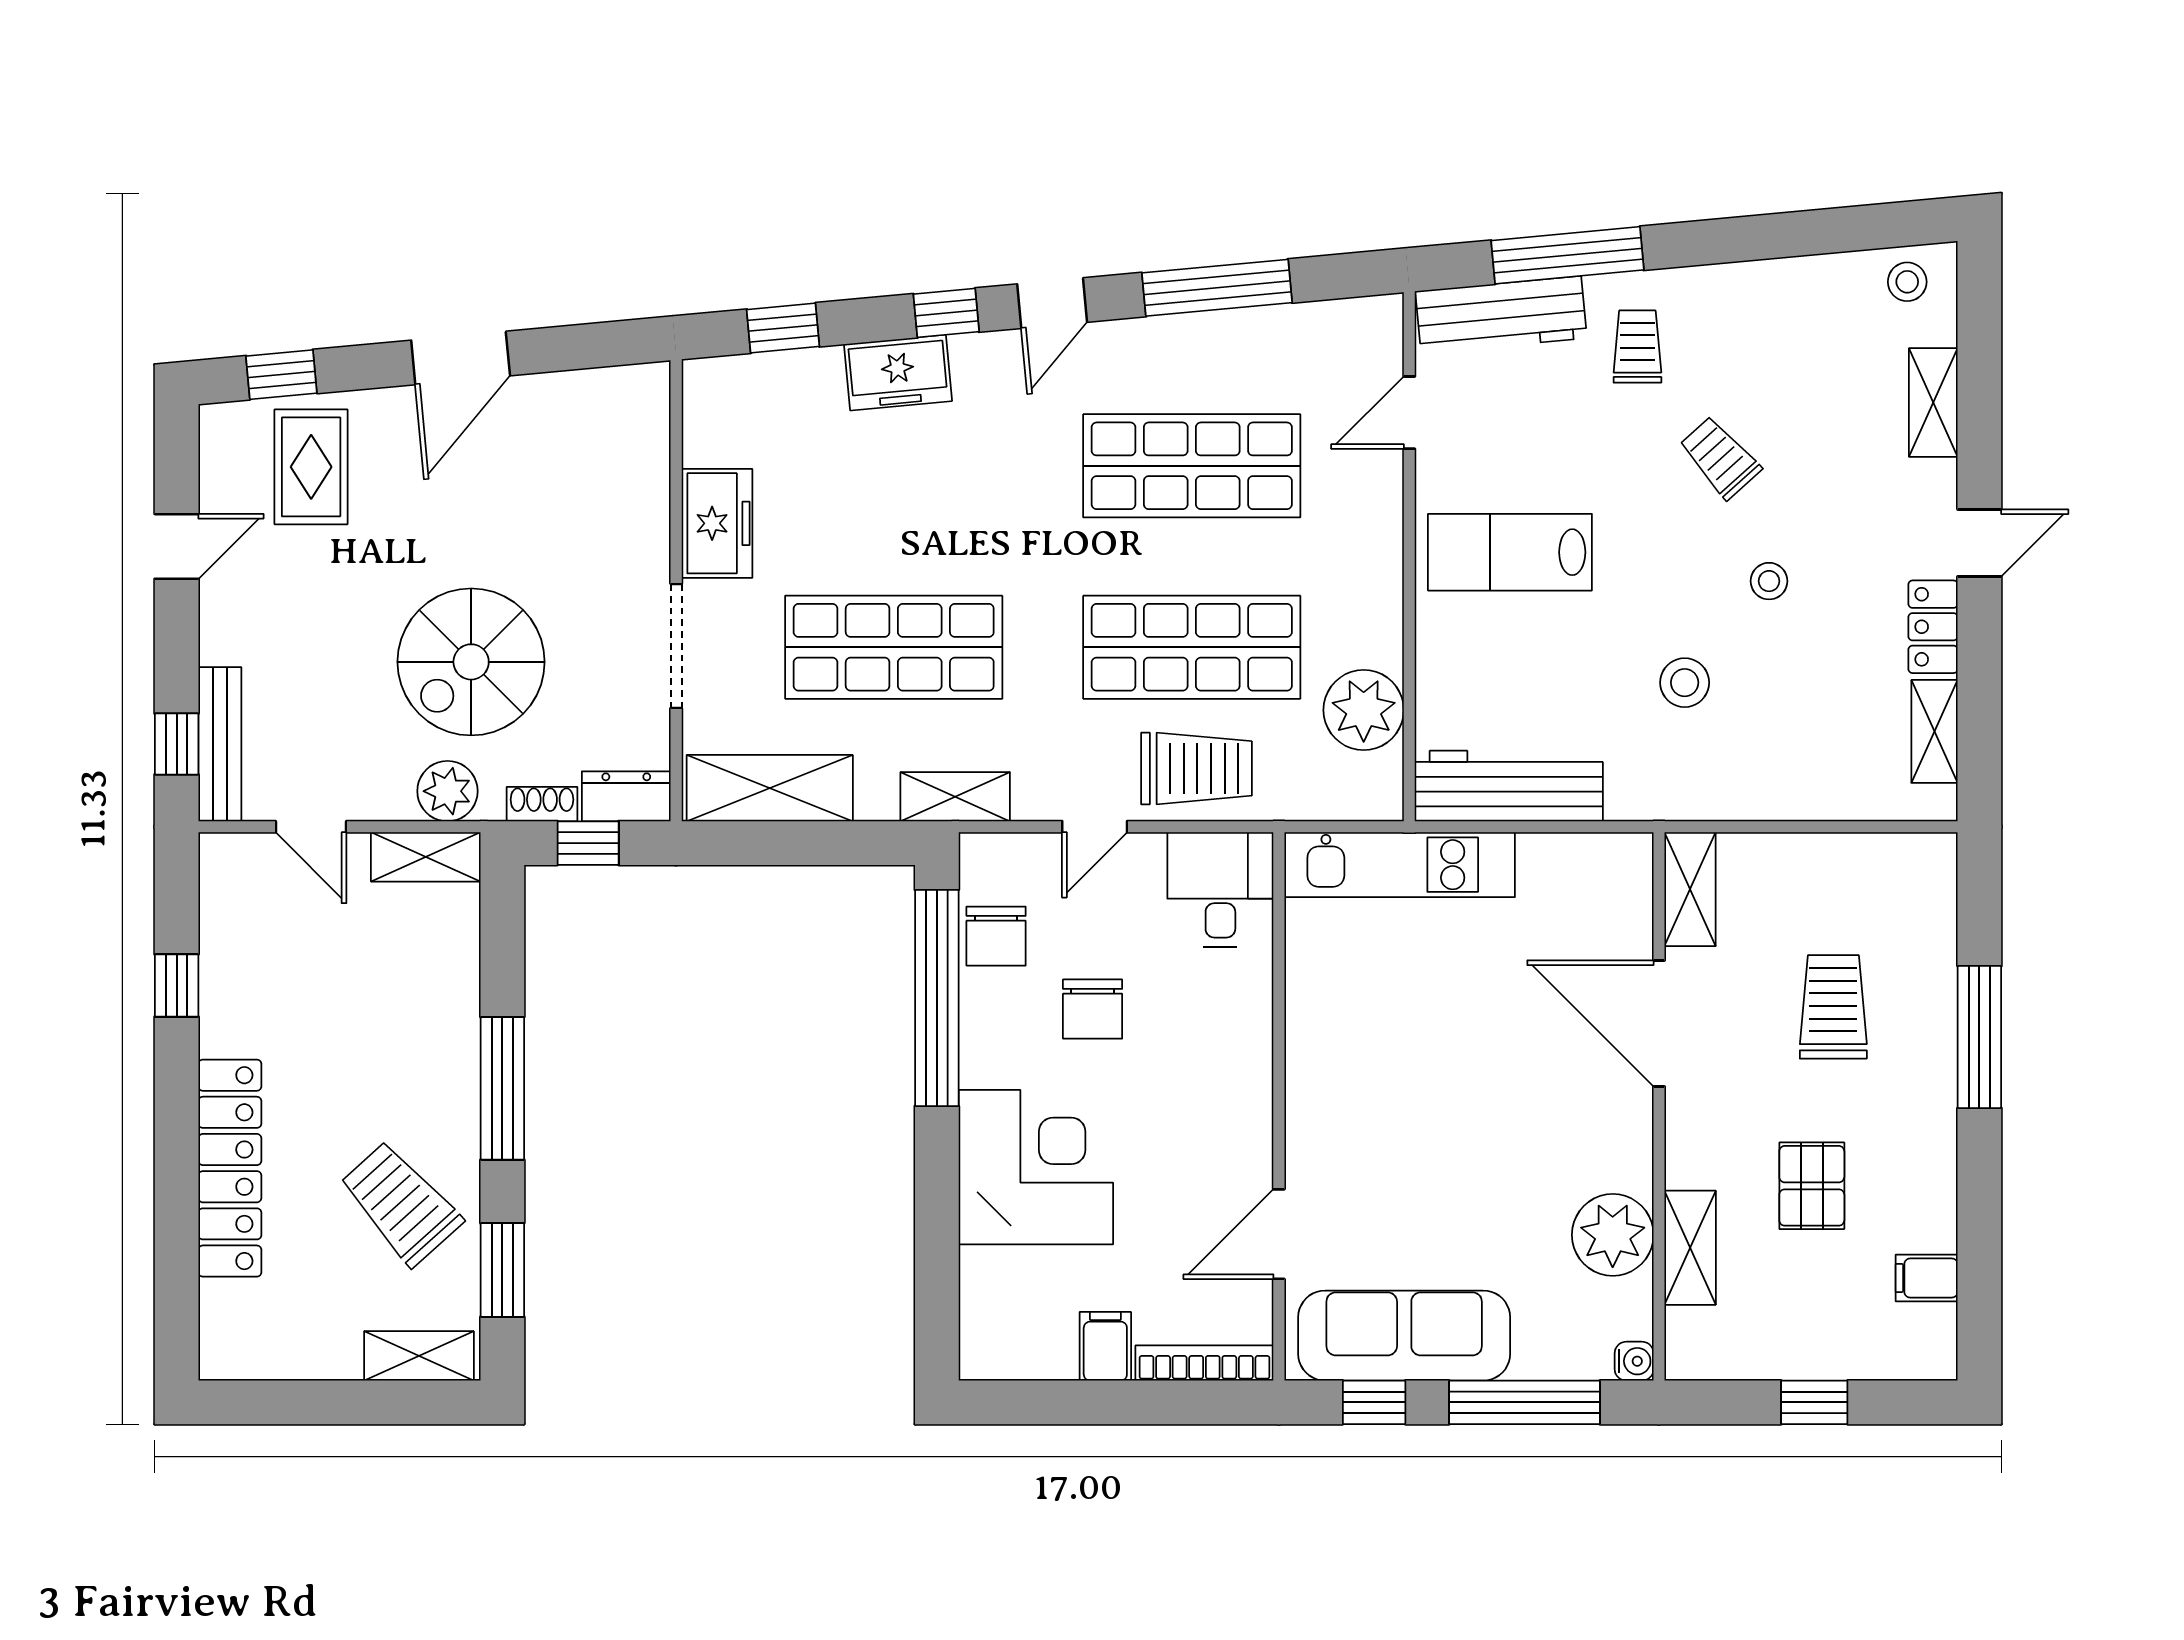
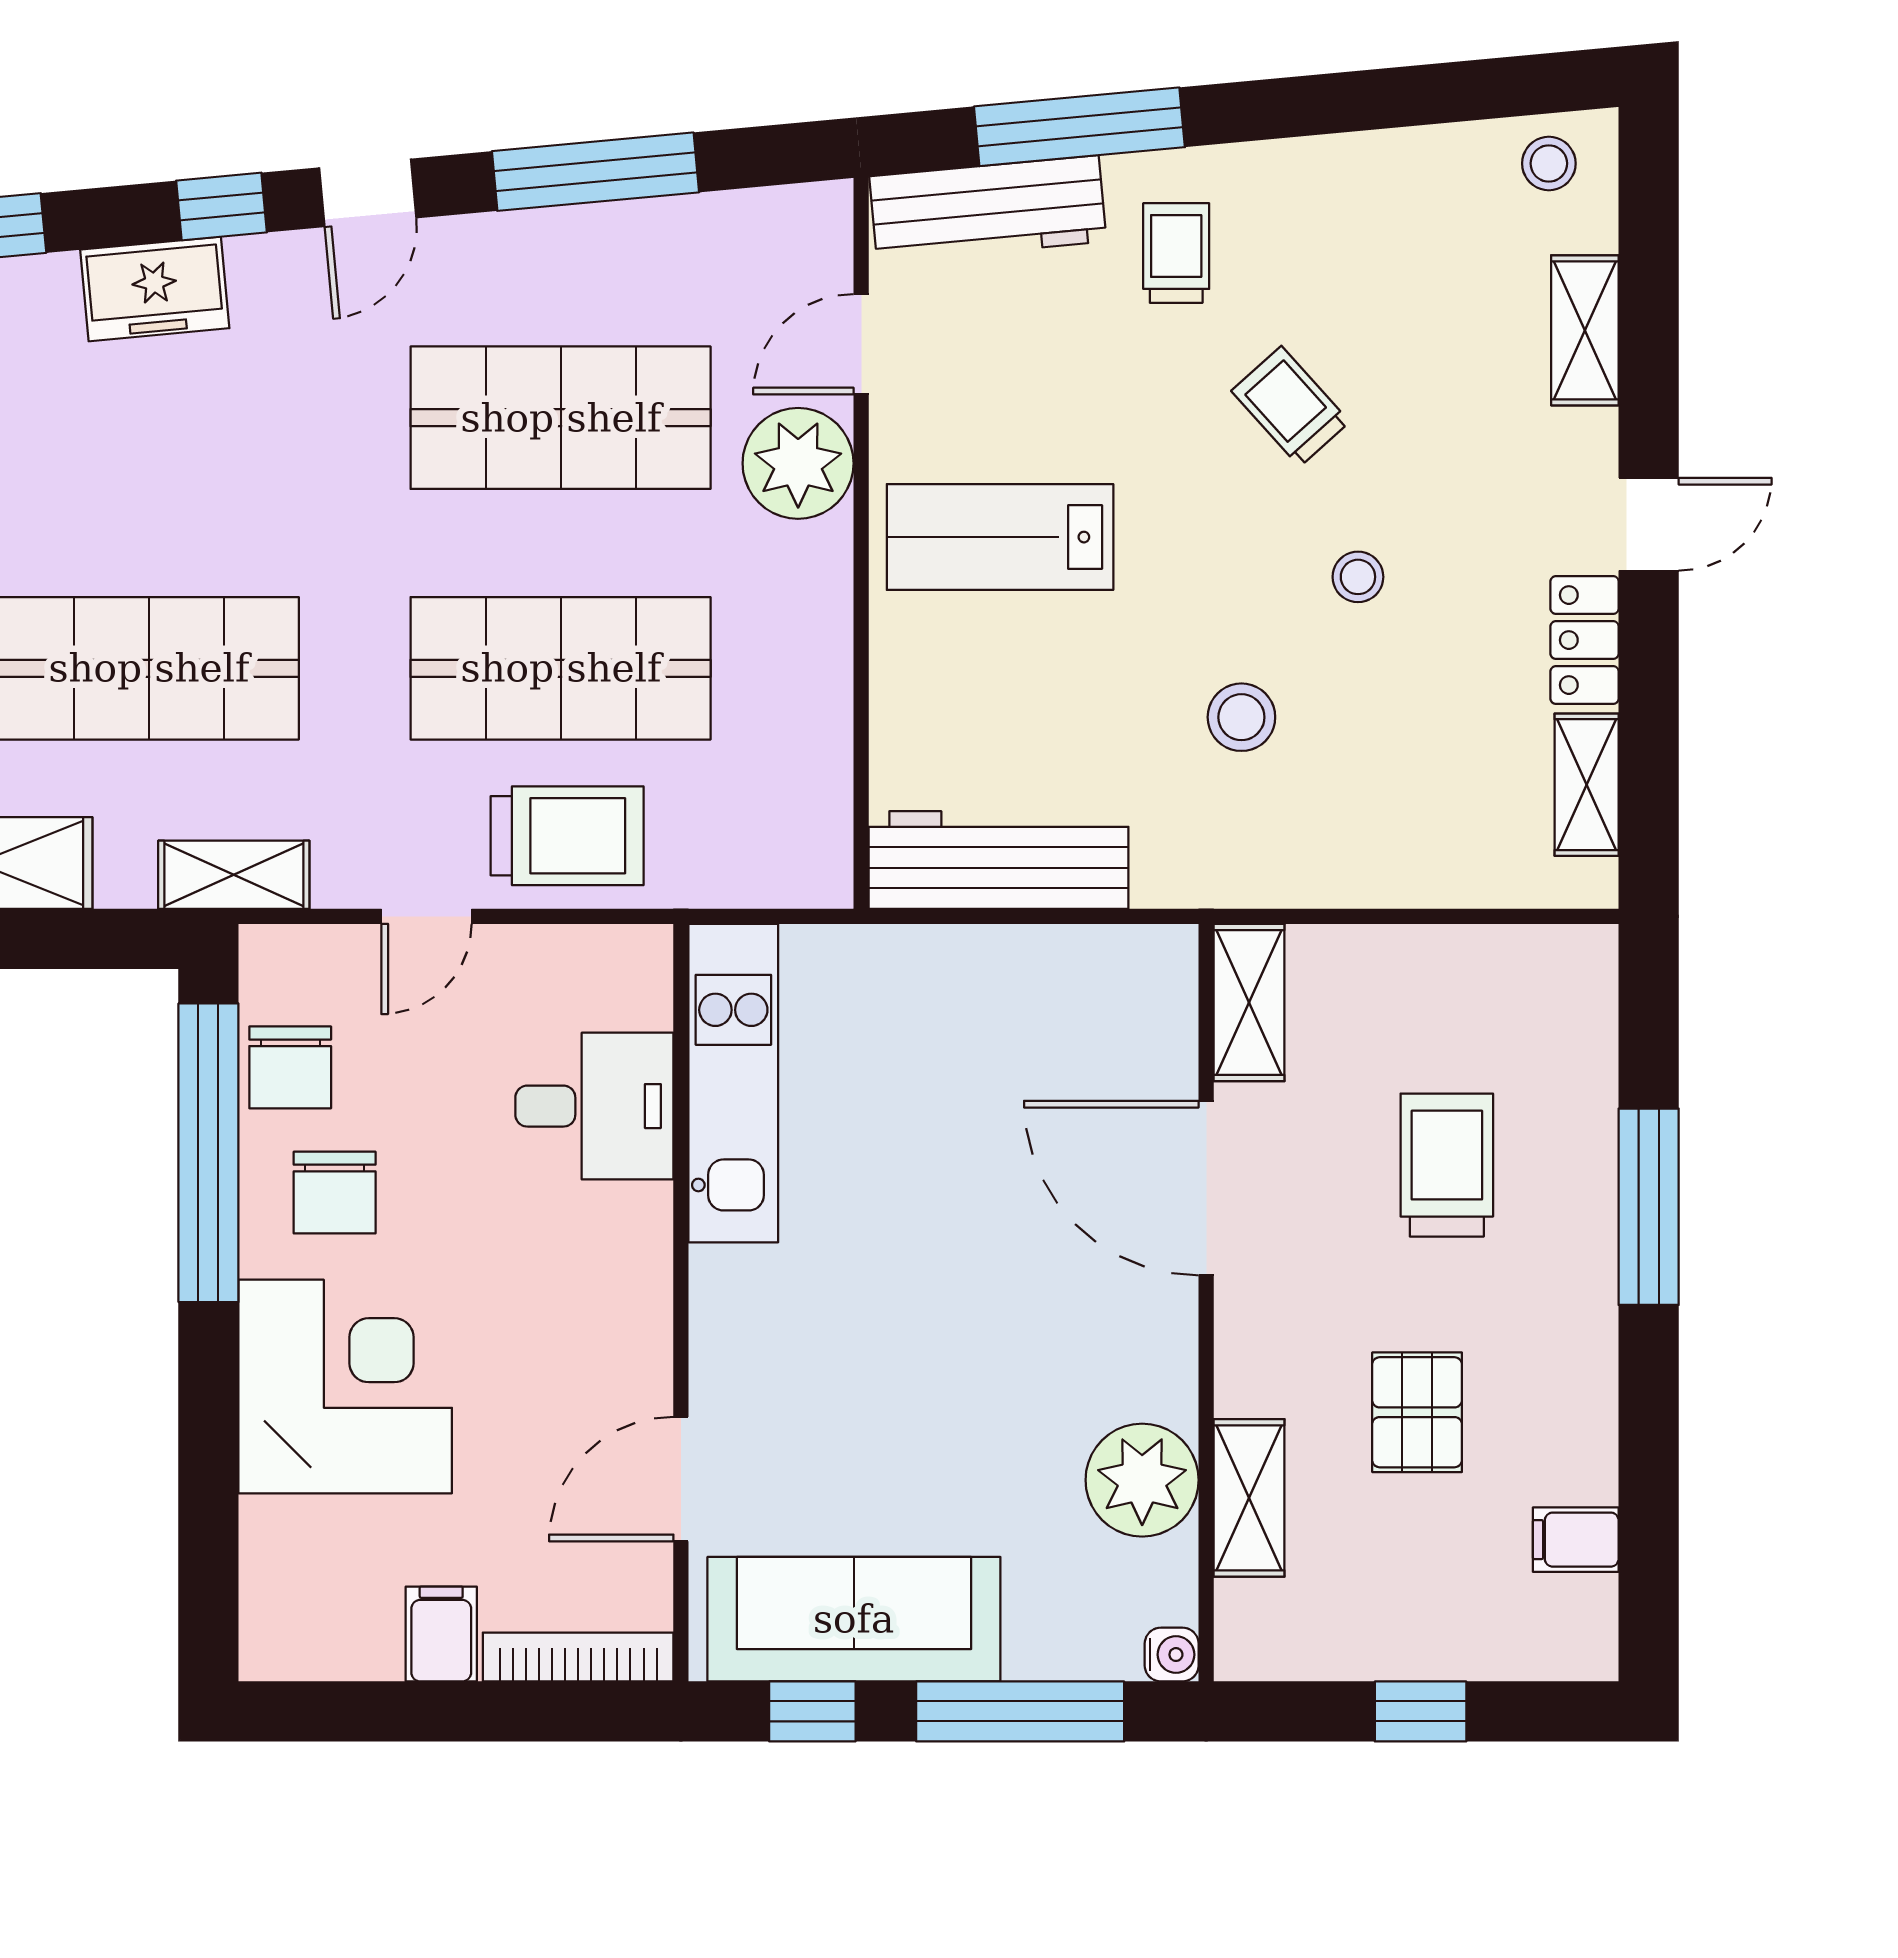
plant: (1364, 710) -> (798, 463), moved
kitchen unit: (1400, 865) -> (733, 1083), moved, turned -90
desk: (1220, 889) -> (594, 1106), moved, turned 90
chair: (1093, 1009) -> (335, 1193), moved

